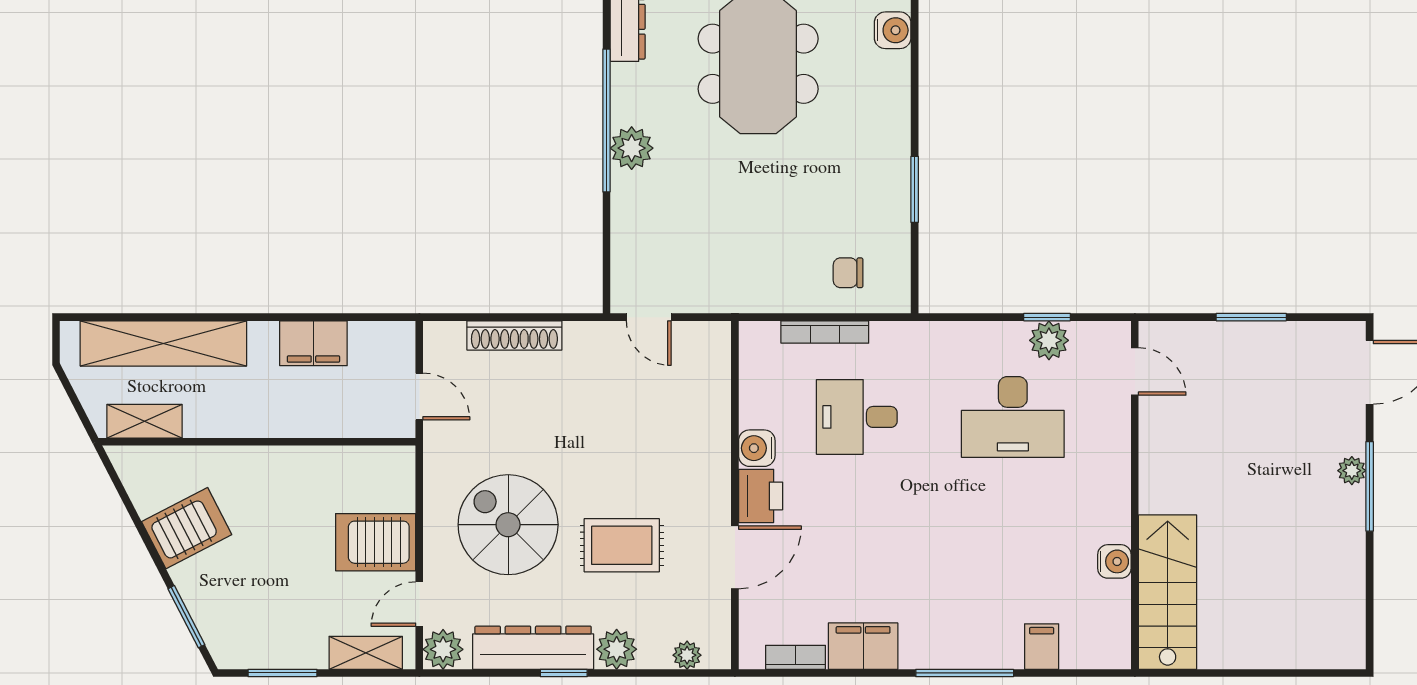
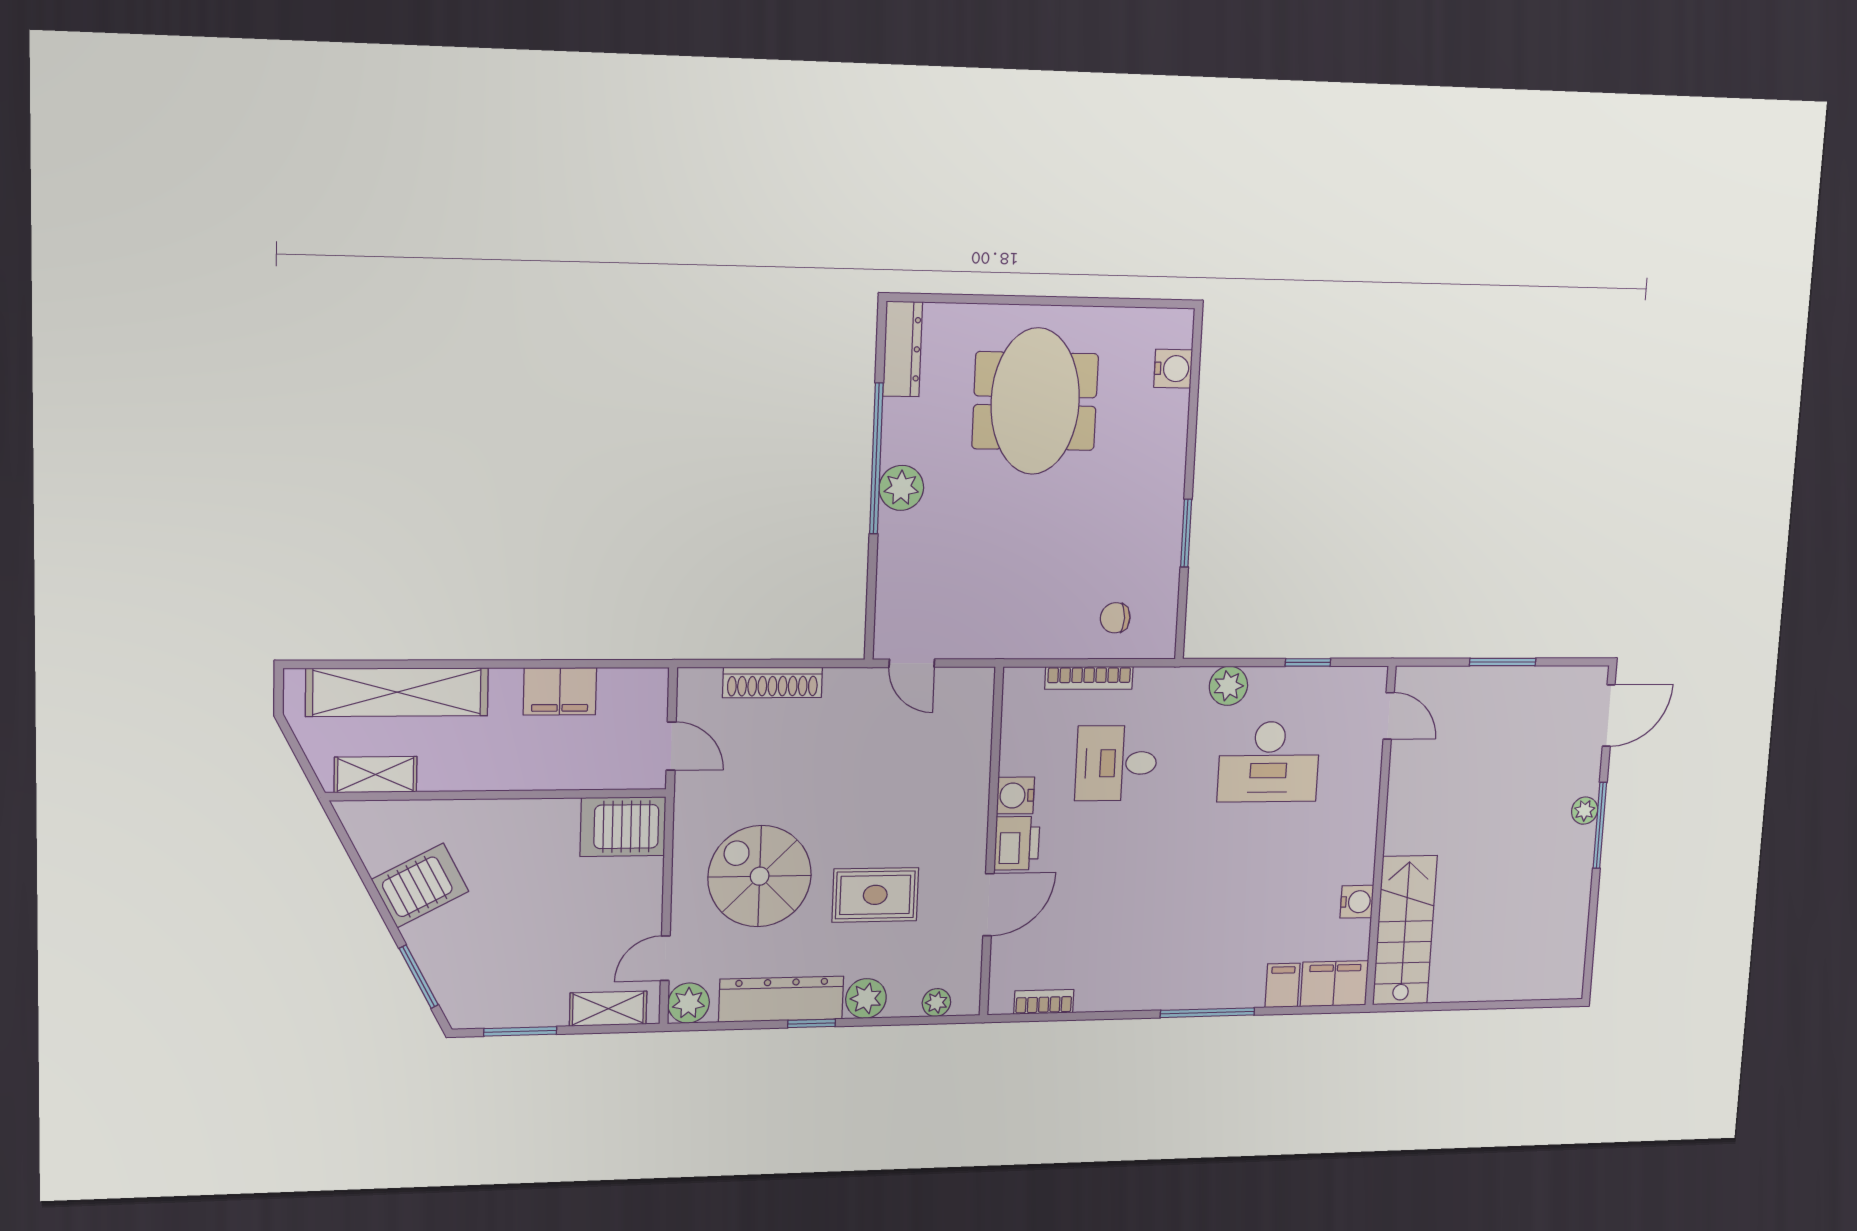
plant: (1049, 340) -> (1228, 686), moved
server rack: (376, 542) -> (623, 827), moved
filing cabinet: (863, 646) -> (1334, 984), moved

